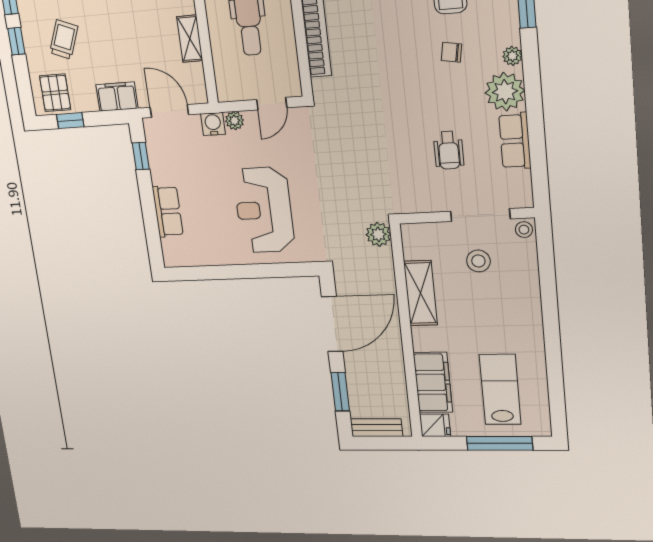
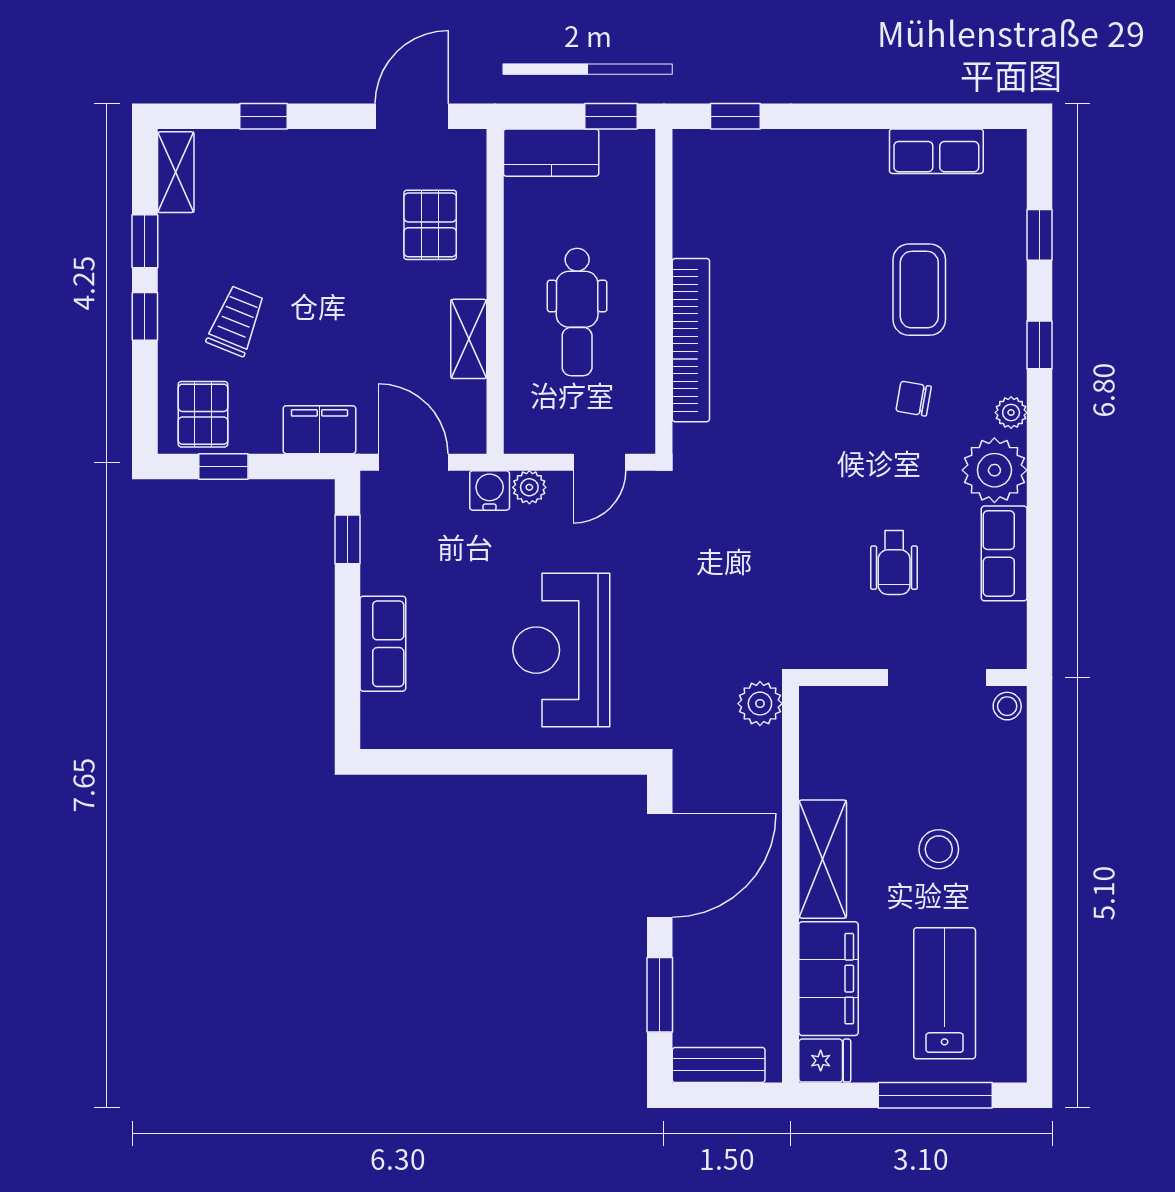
stool: (478, 261) -> (939, 849), moved
shelving: (421, 293) -> (823, 859), moved

